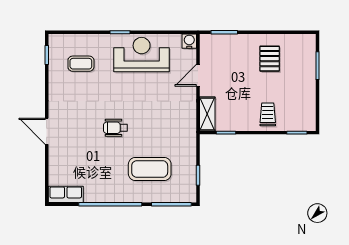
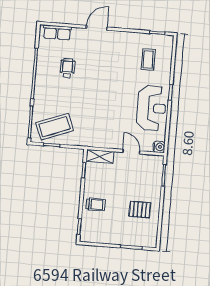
wheelchair: (115, 128) -> (67, 68), moved
coffee table: (150, 169) -> (54, 127), moved, turned 69
row of seats: (66, 194) -> (57, 32), moved, turned 90

